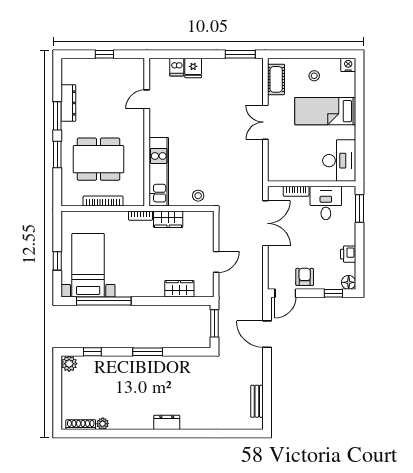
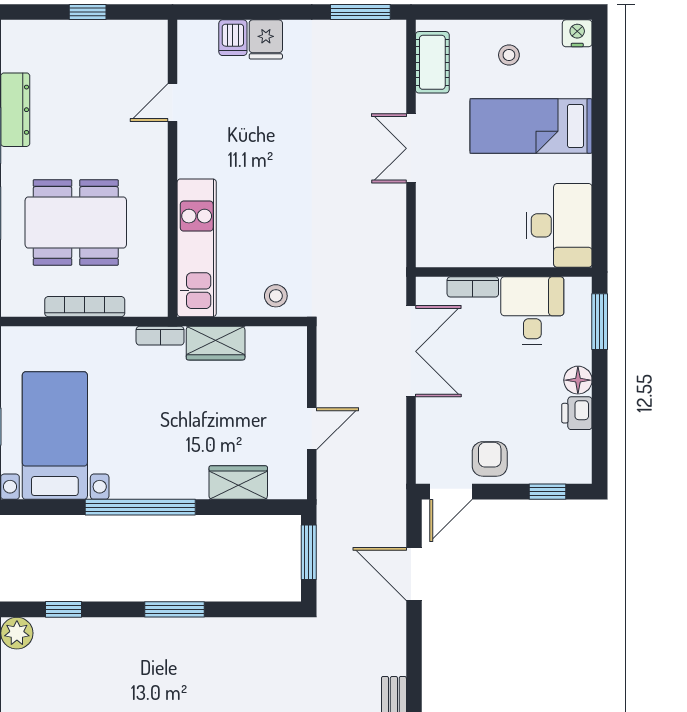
floor lamp: (349, 282) -> (578, 380), moved
window: (104, 301) -> (140, 507), moved

